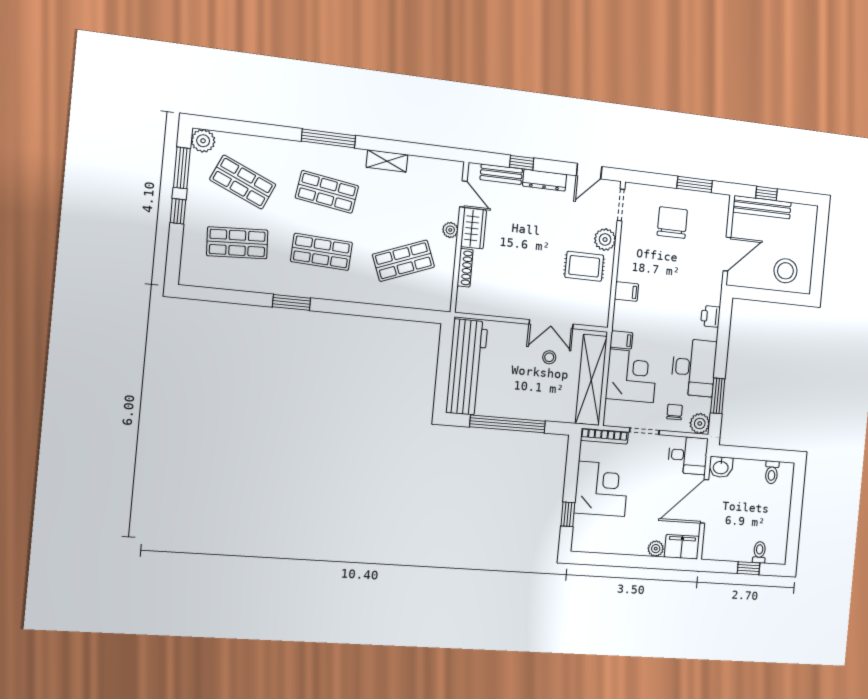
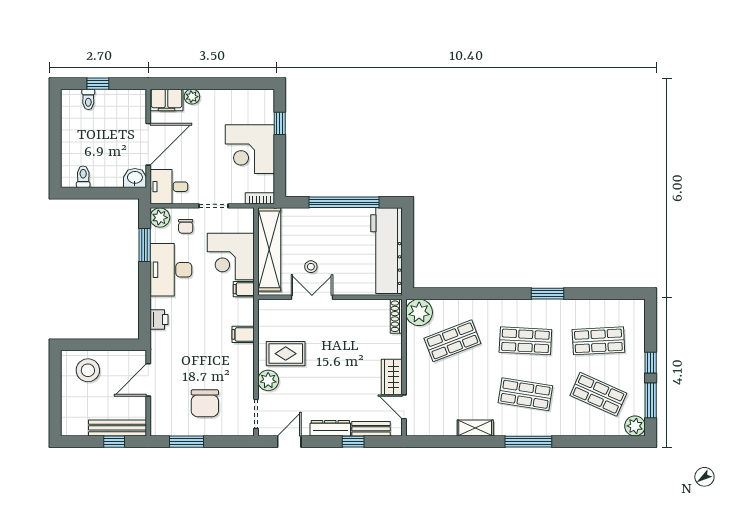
plant: (450, 230) -> (419, 312), moved, width x1.87, depth x1.87
shoe rack: (465, 268) -> (396, 316), moved
bookcase: (604, 436) -> (260, 198), width x0.64

